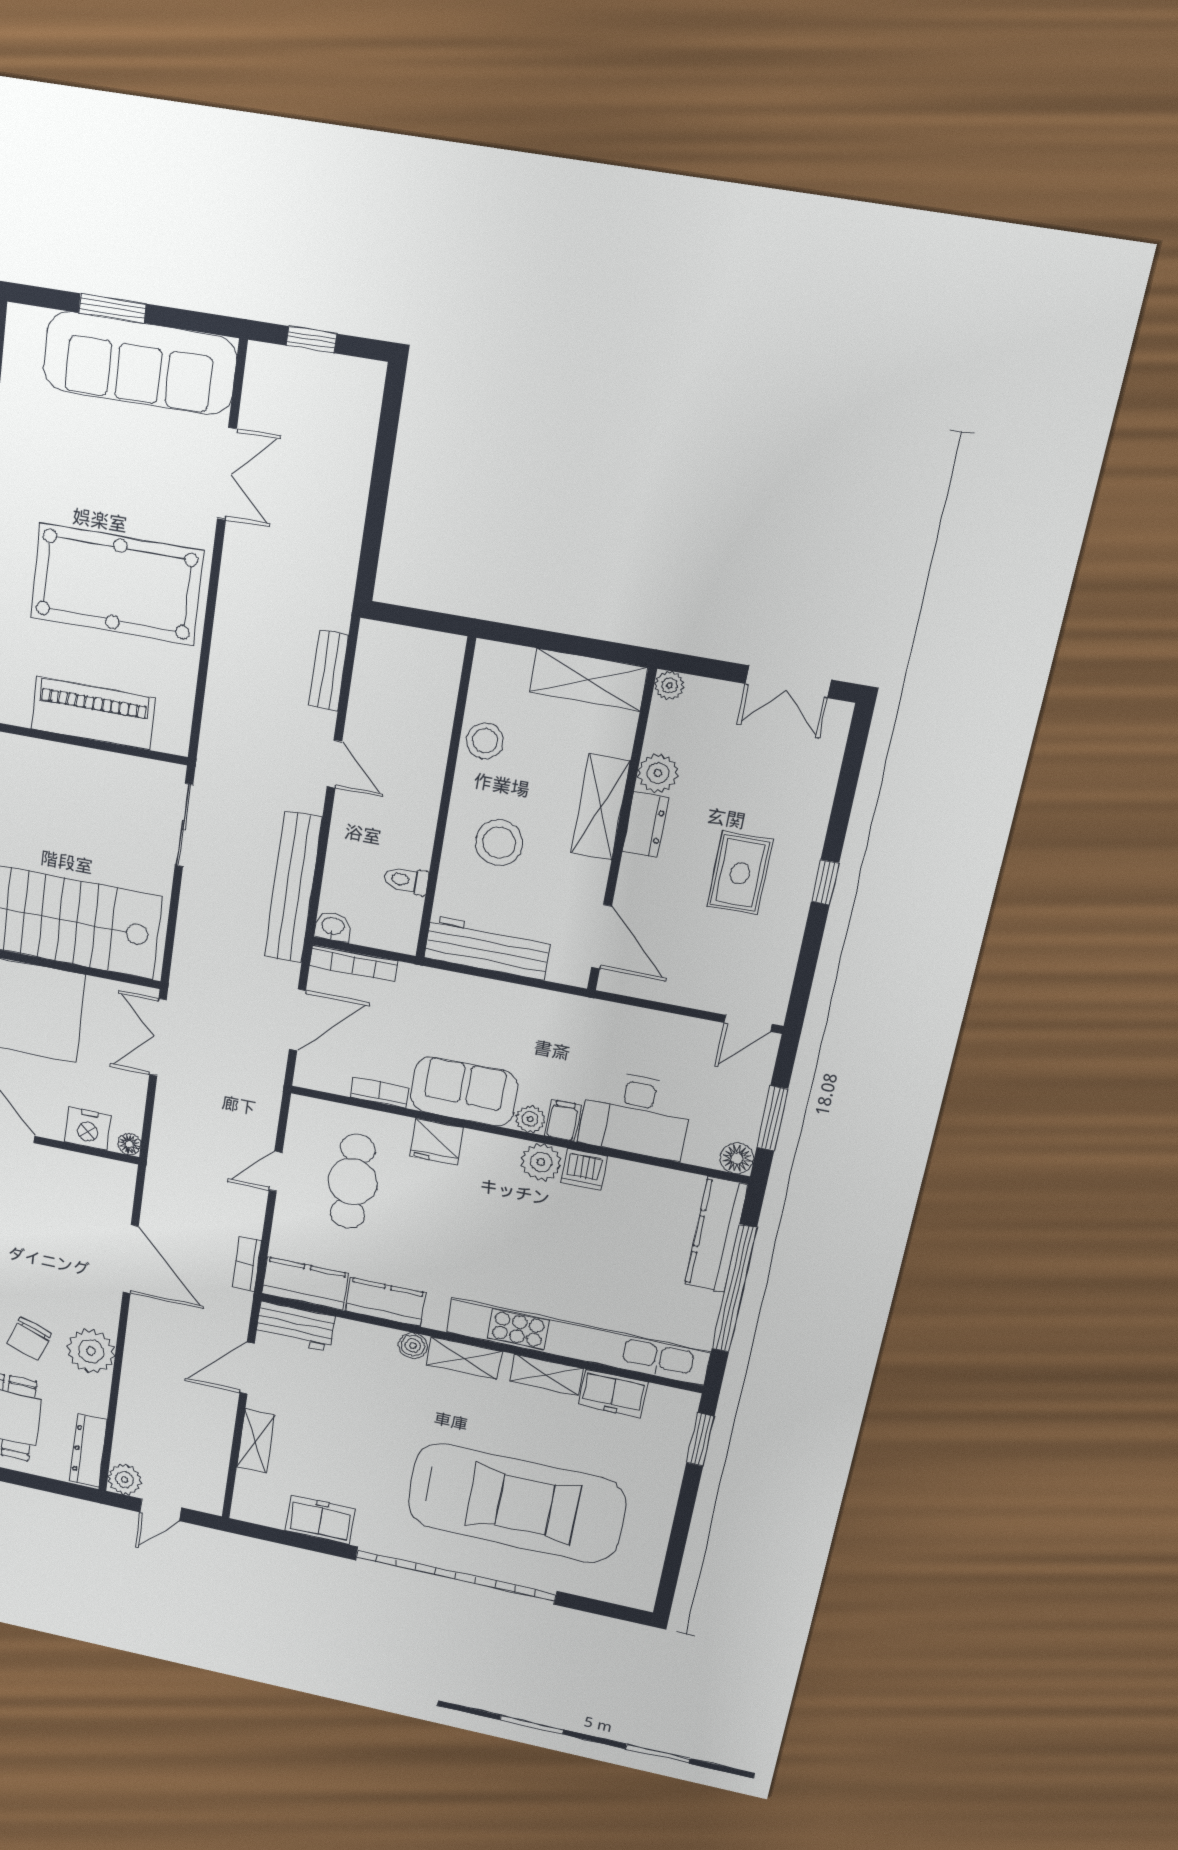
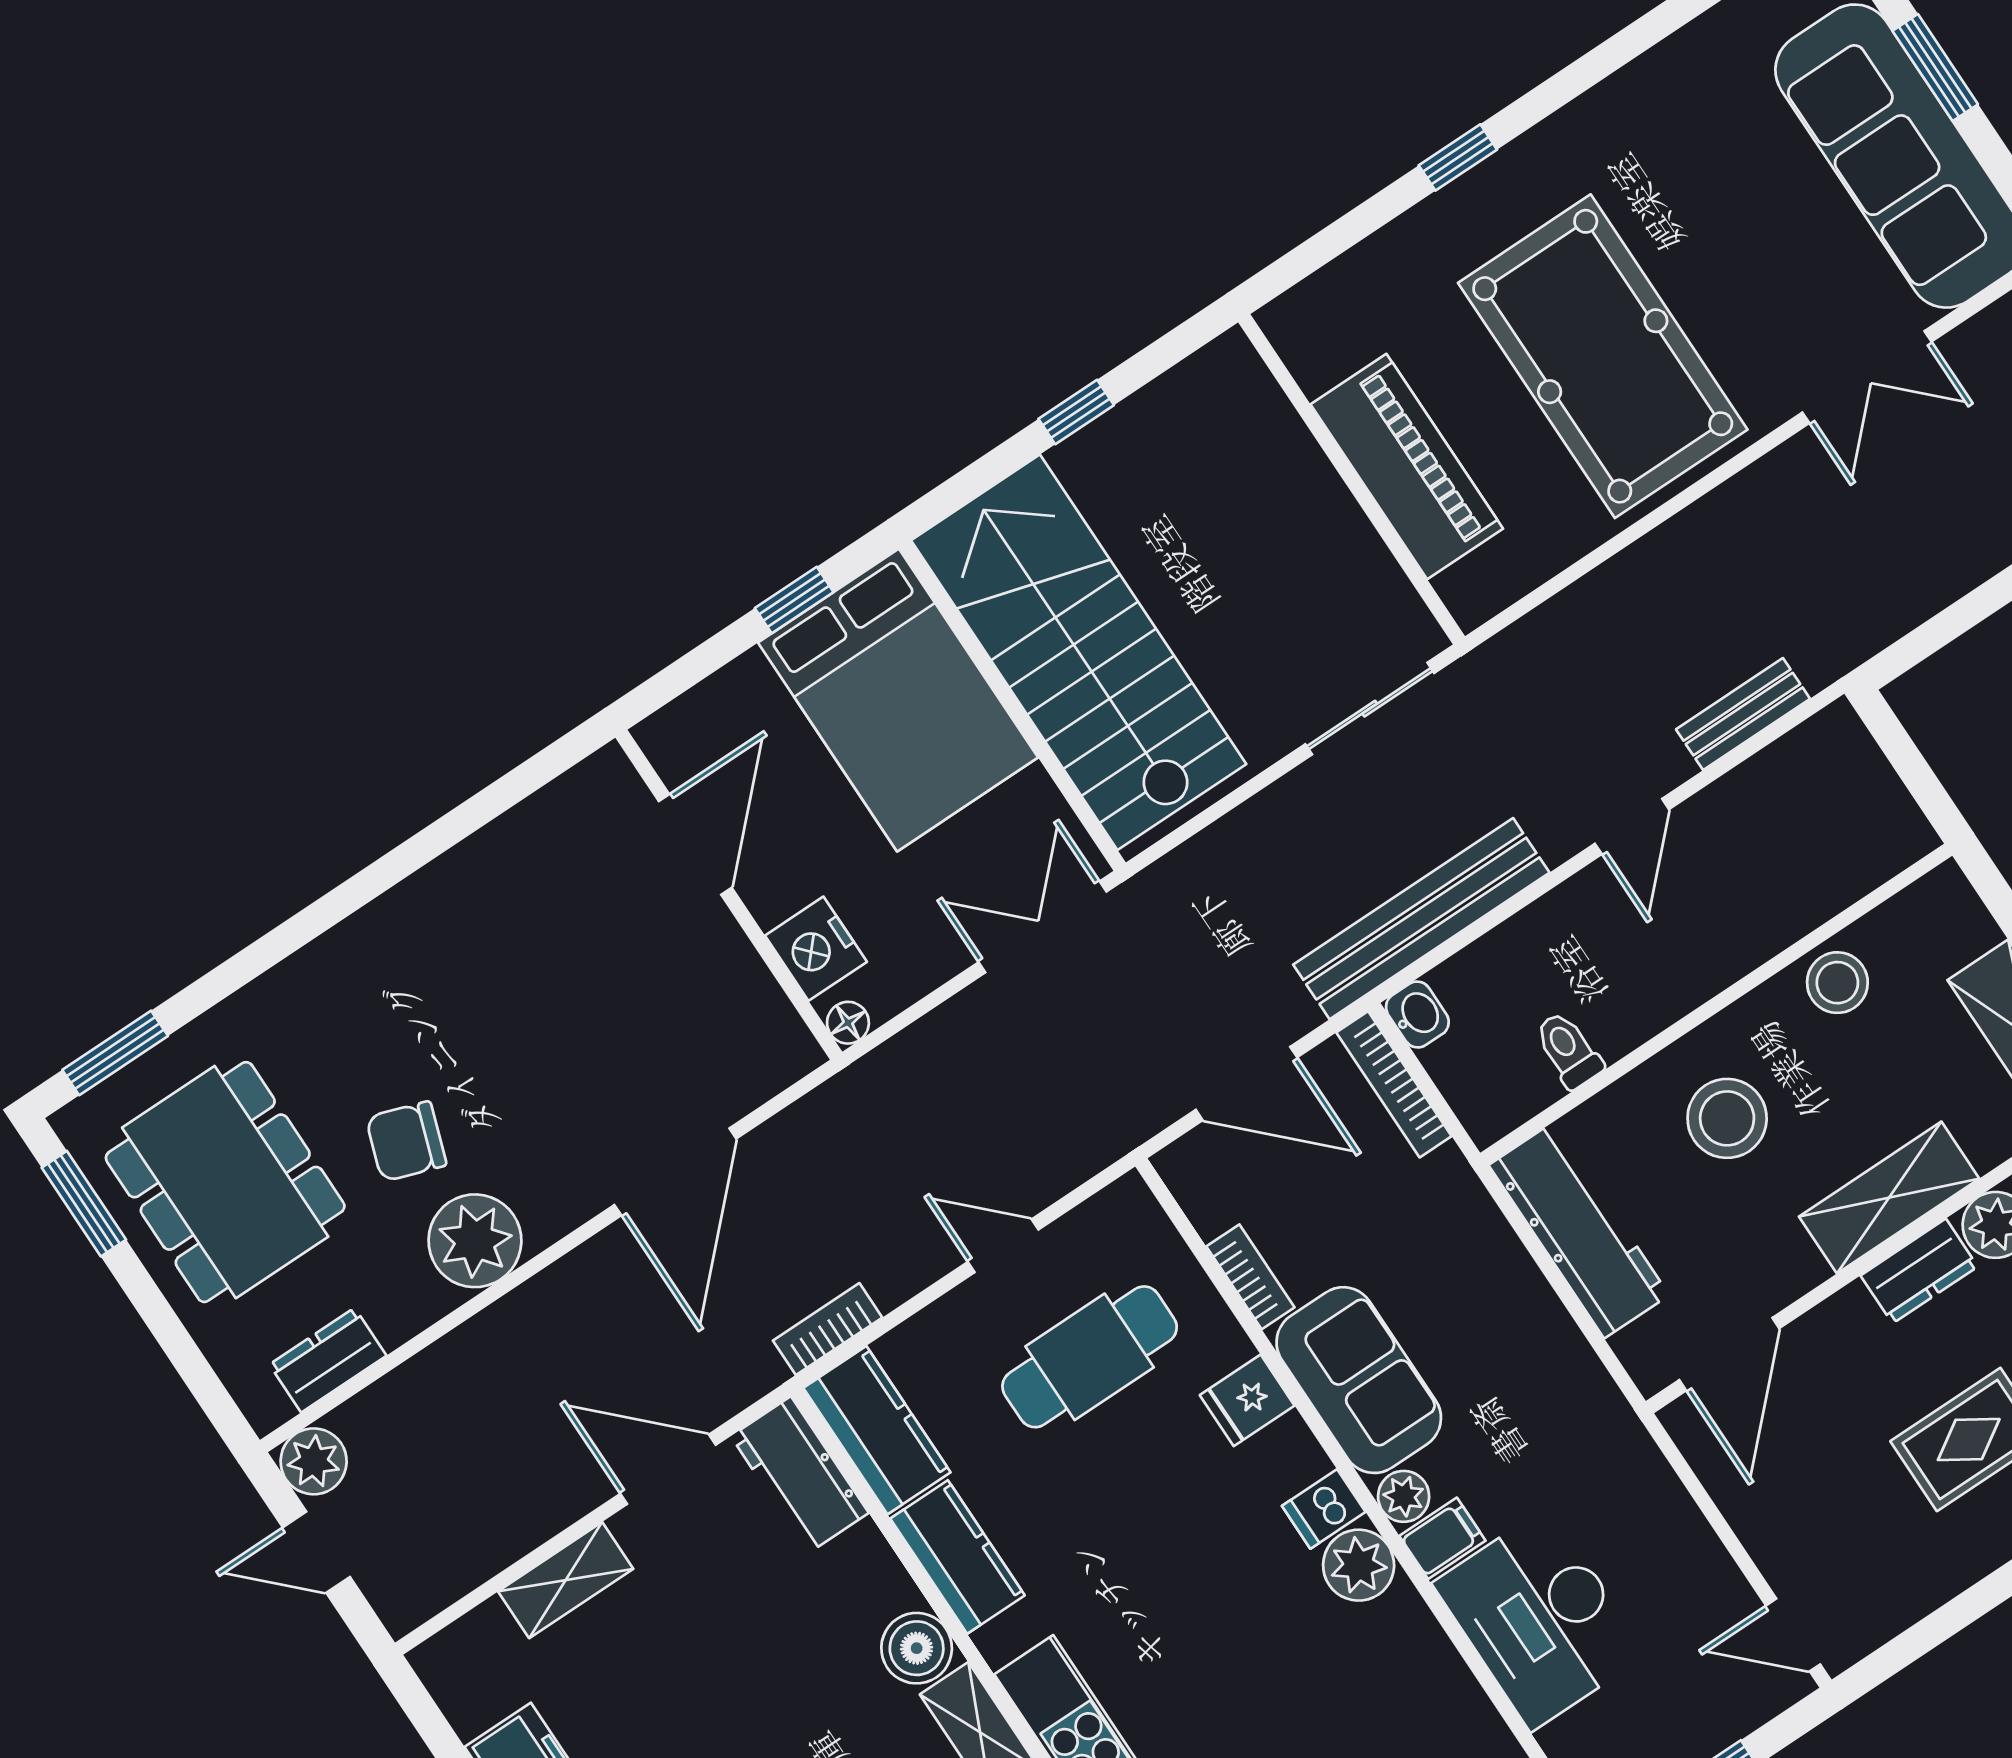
fridge: (436, 1142) -> (1247, 1400), width x0.72
dishwasher: (584, 1169) -> (1324, 1509), moved, width x0.73
boiler: (413, 1346) -> (917, 1648), width x1.36, depth x1.36
dresser: (88, 1450) -> (328, 1360), width x0.70

